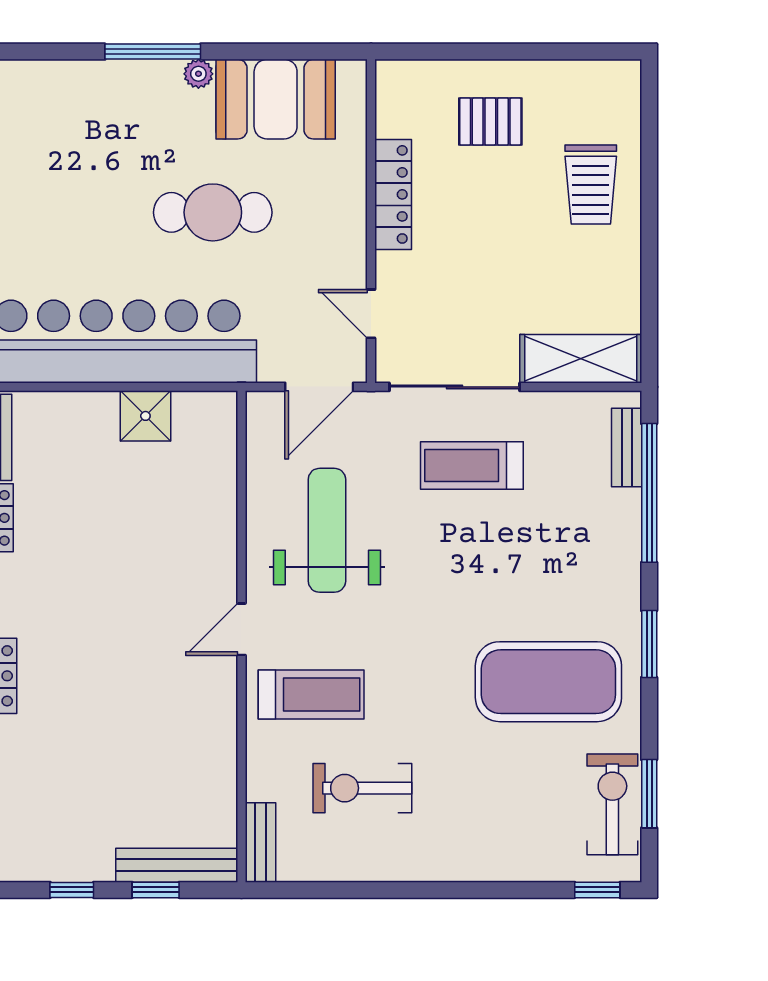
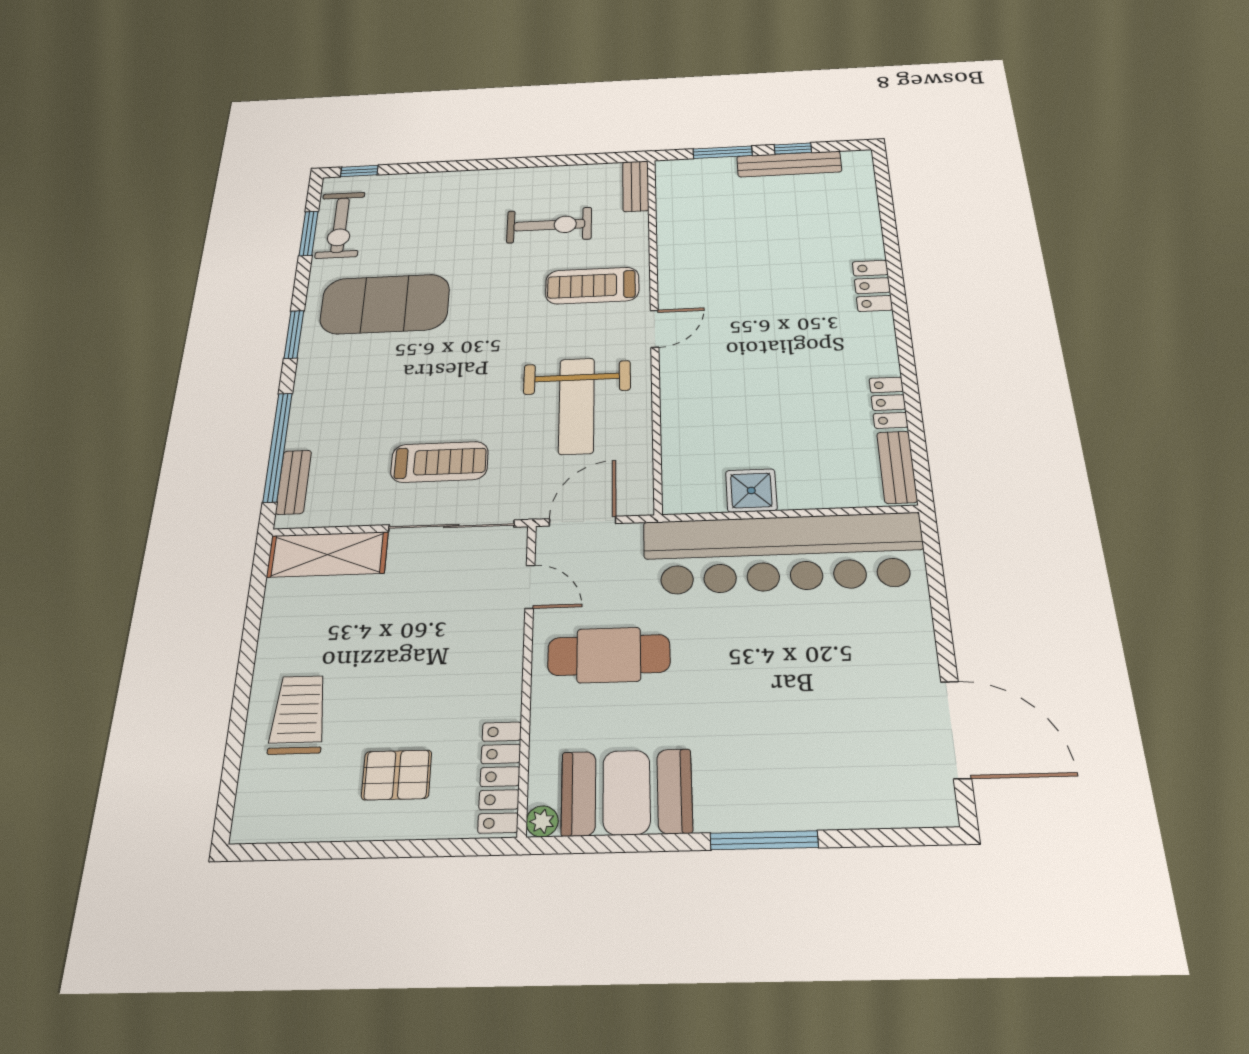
plant: (198, 74) -> (542, 821), moved
locker: (393, 194) -> (500, 777), moved
cafe table: (213, 212) -> (609, 655), moved
bench: (177, 865) -> (789, 164), moved
window: (156, 890) -> (723, 152), width x1.50

